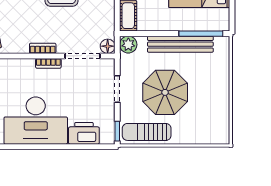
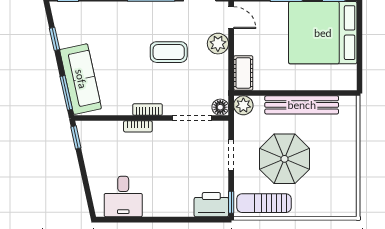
window: (201, 34) -> (325, 93), removed
bookcase: (48, 63) -> (138, 126), moved
desk: (36, 121) -> (123, 197), width x0.53, depth x0.77
printer: (84, 133) -> (211, 205), moved

